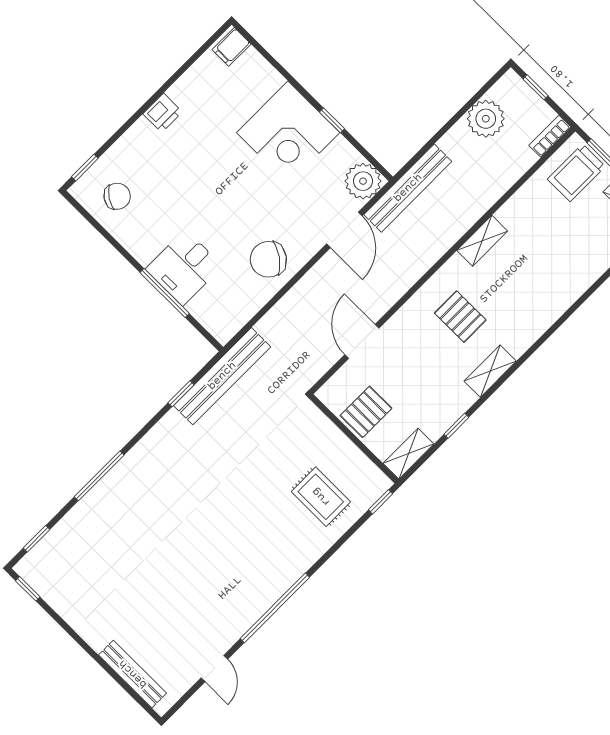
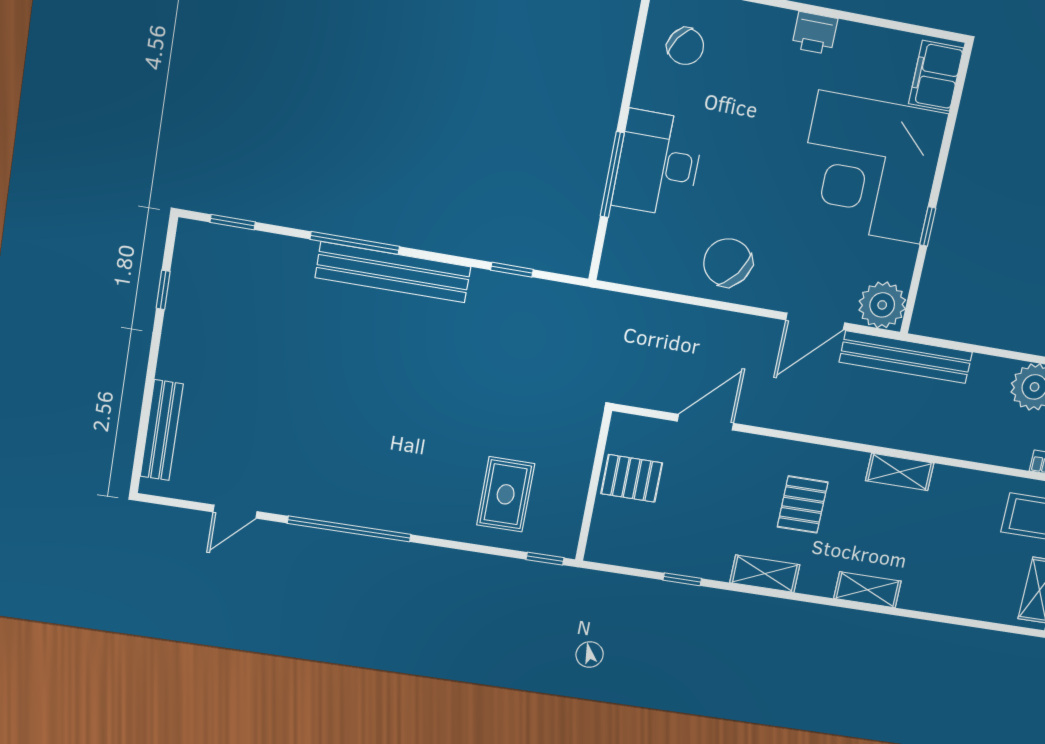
filing cabinet: (231, 47) -> (936, 76), width x2.00
corner desk: (288, 133) -> (870, 168), width x1.36, depth x1.36
desk: (184, 268) -> (658, 164), width x1.37
bench: (222, 376) -> (393, 272), moved
shelving: (408, 454) -> (867, 590), moved
window: (28, 589) -> (163, 290), moved

